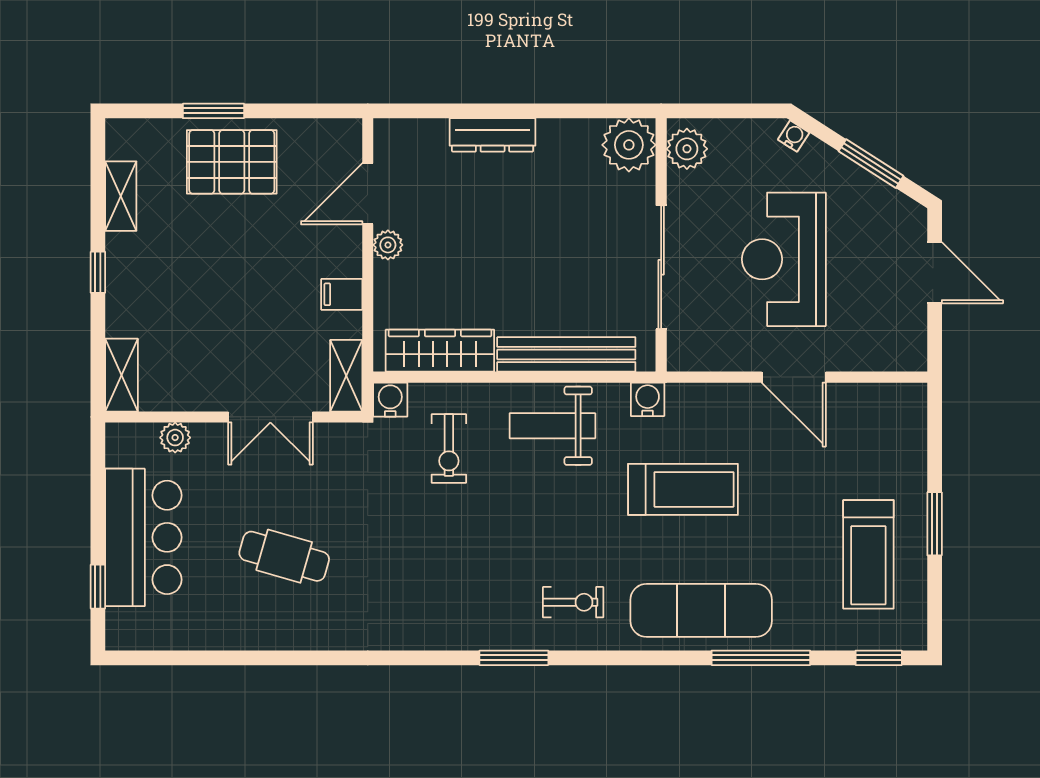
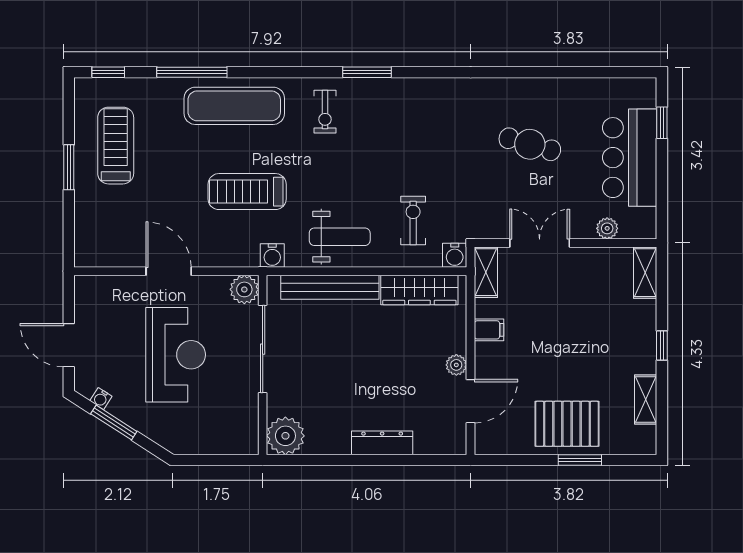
water cooler: (794, 136) -> (101, 399), moved
plant: (687, 149) -> (244, 289), moved
exercise bike: (573, 602) -> (325, 112), turned -90

